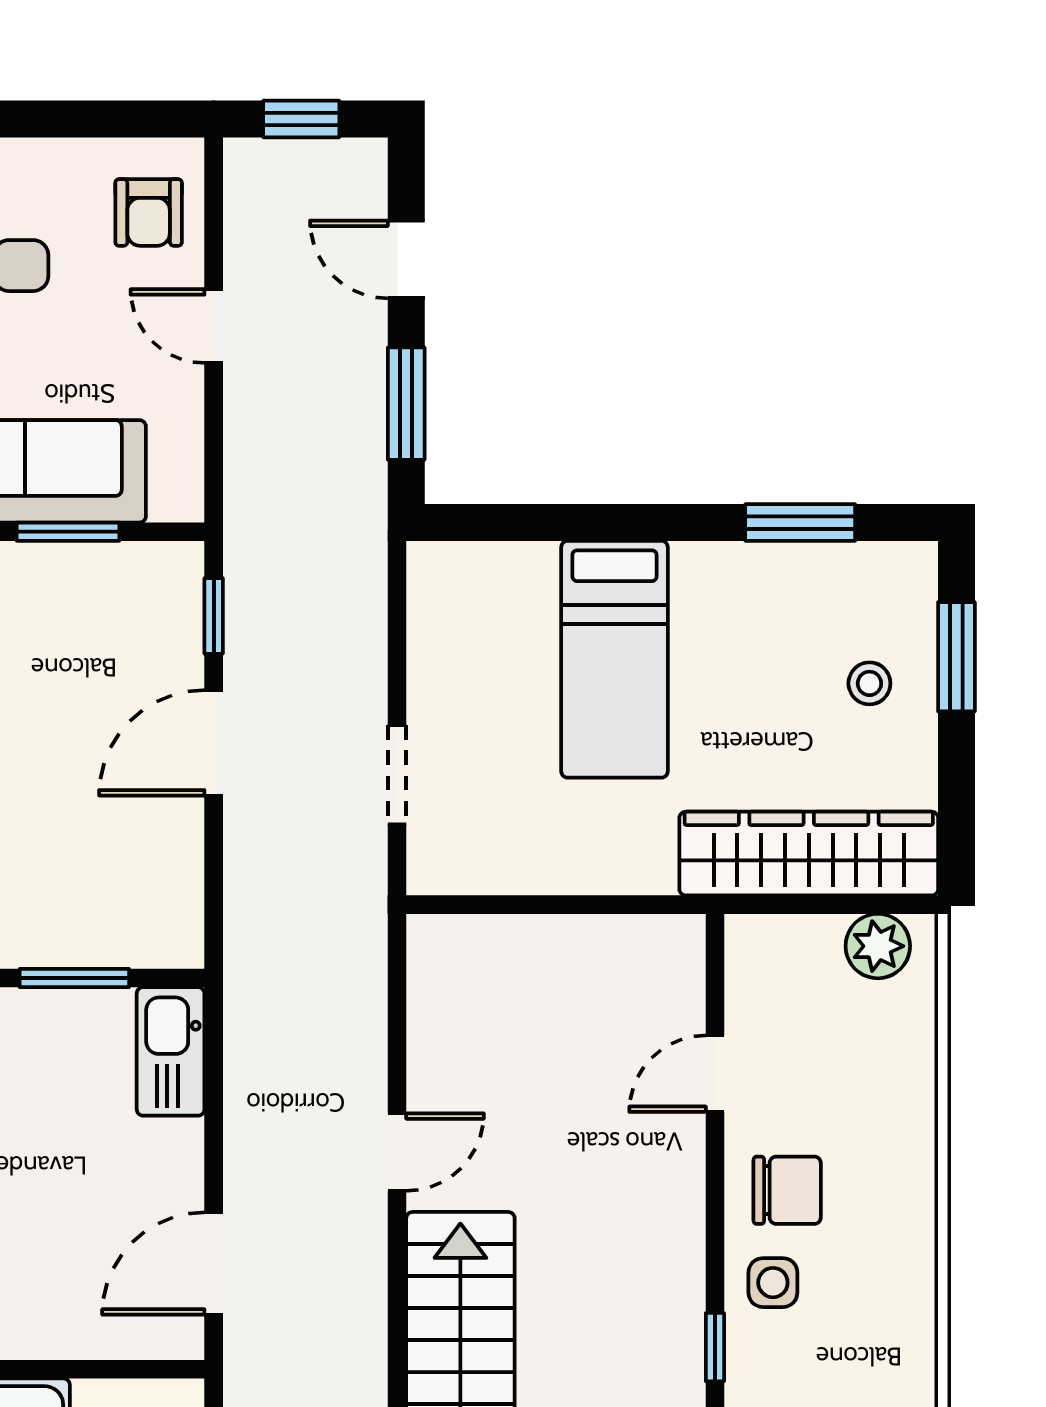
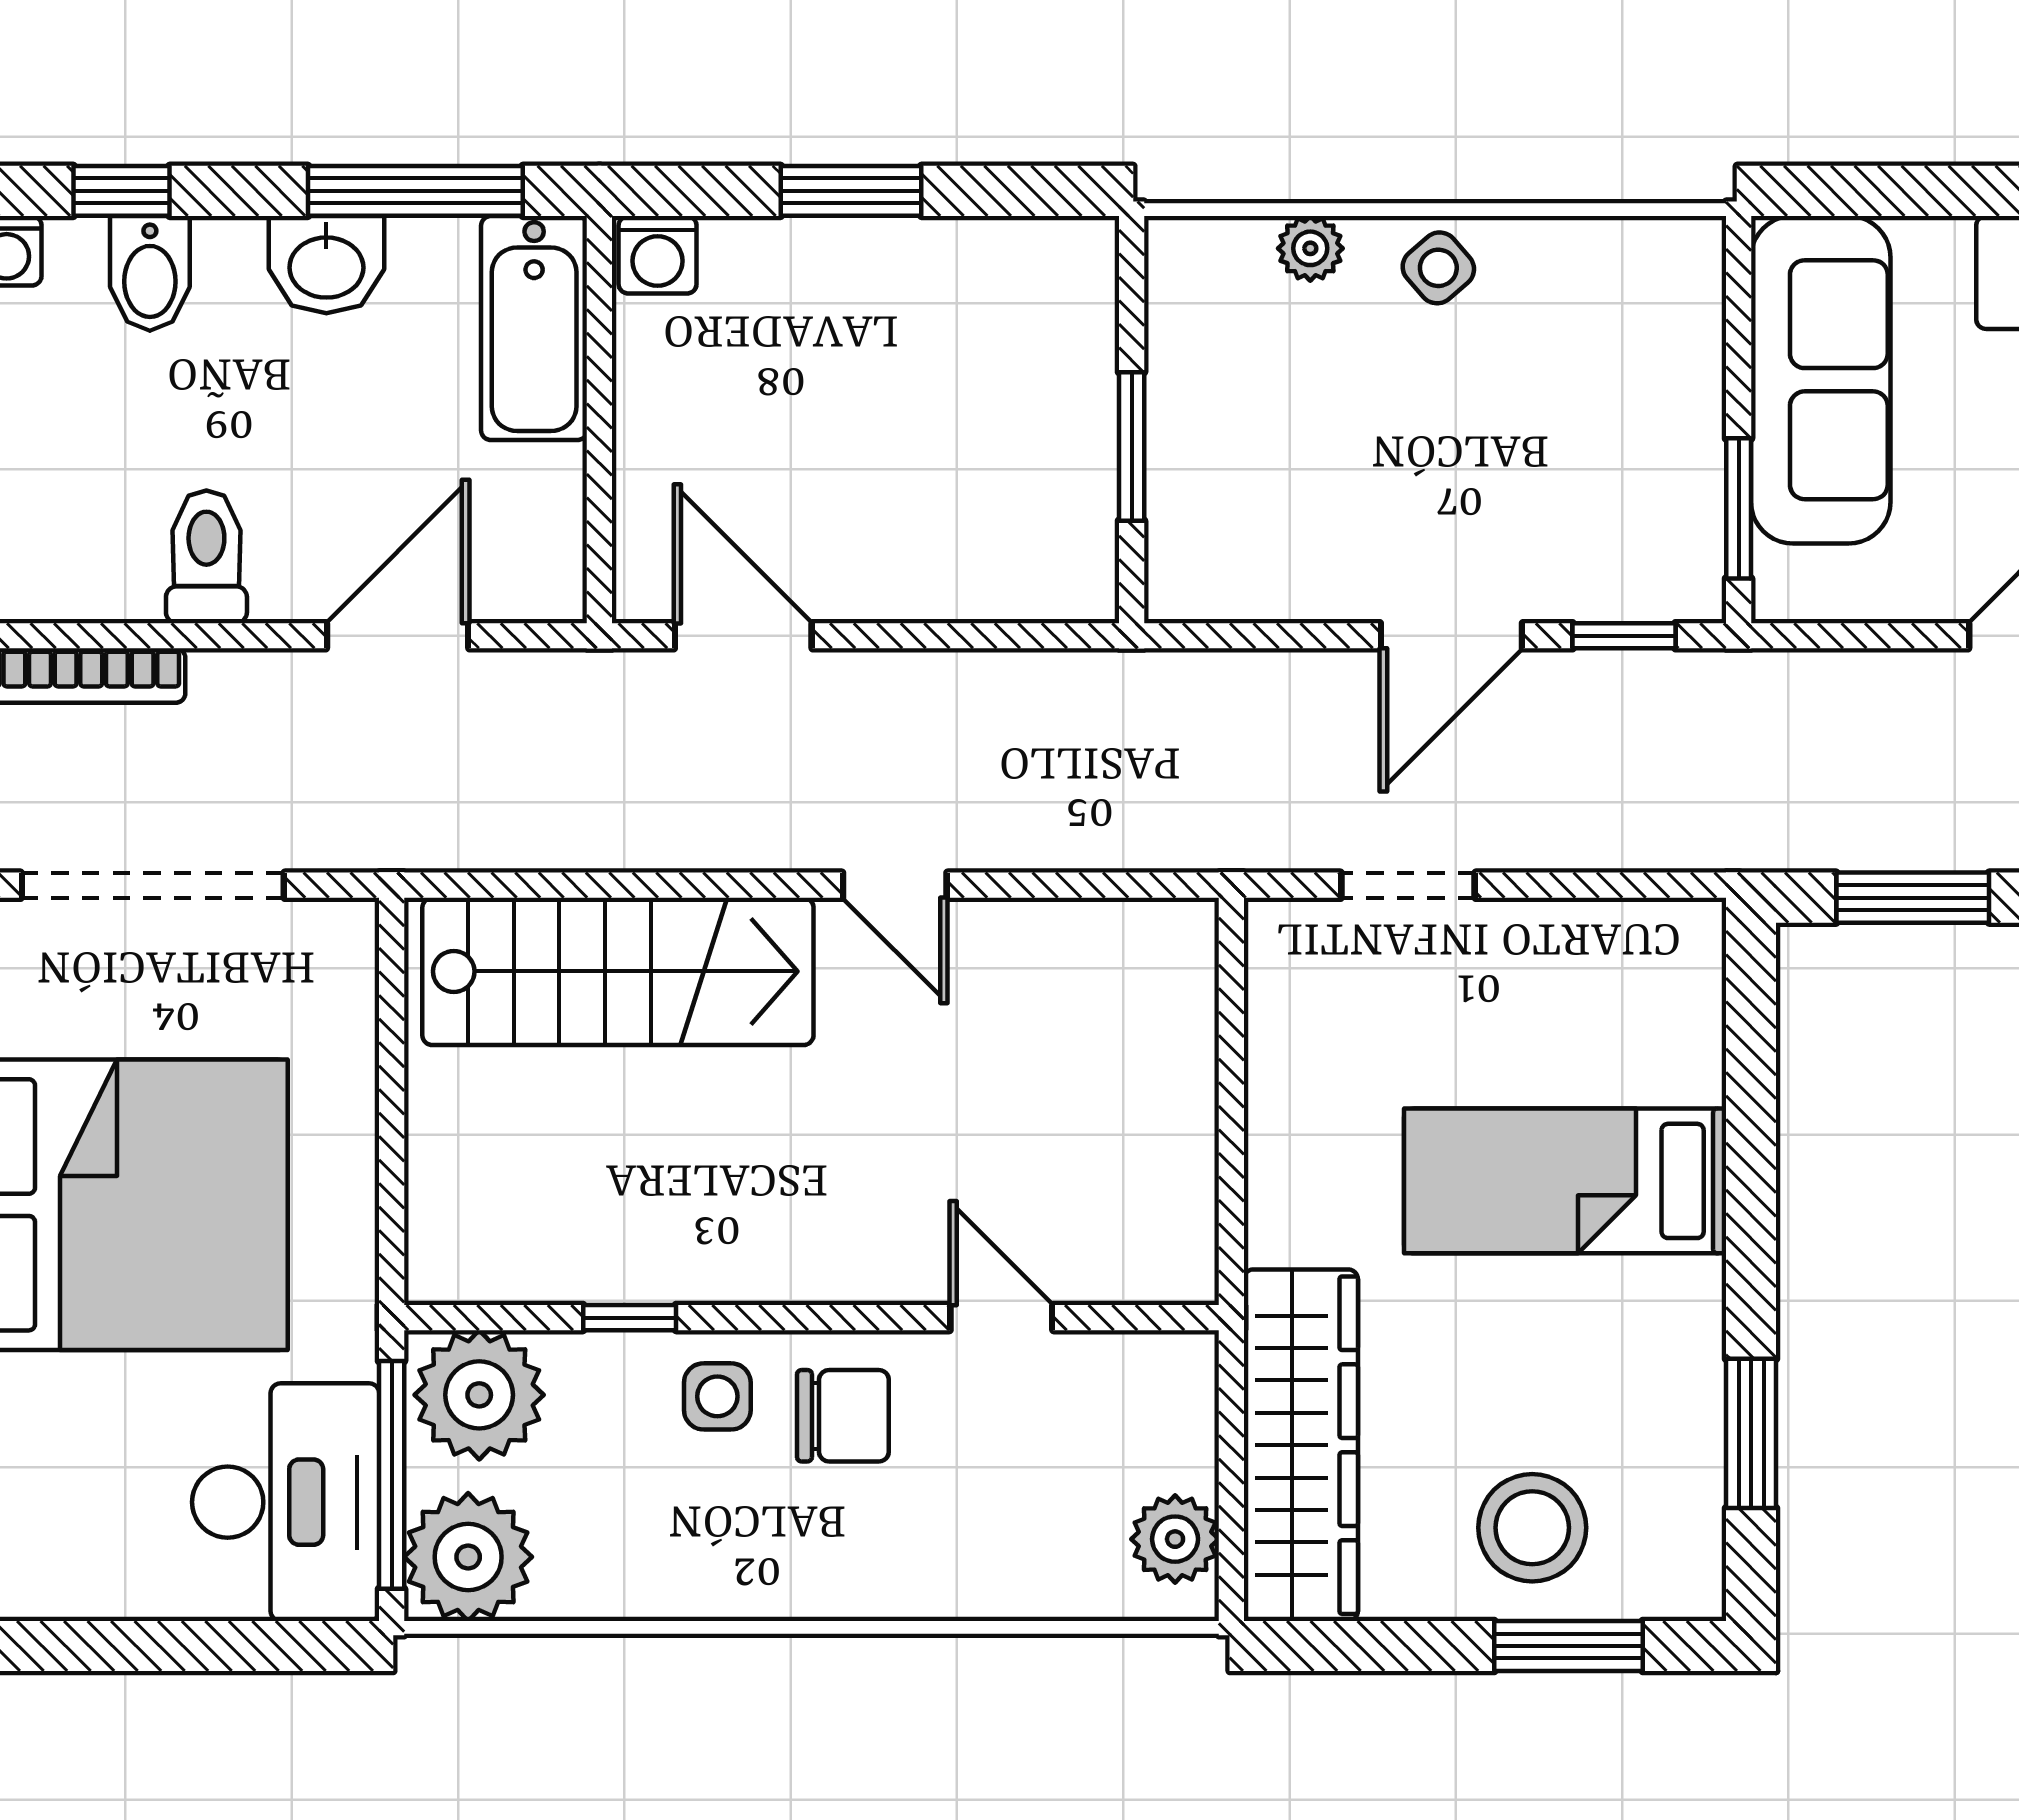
window: (68, 532) -> (1739, 508), moved
stool: (869, 683) -> (1532, 1528), width x1.89, depth x1.89
door: (214, 743) -> (1451, 636), swing flipped
kitchen sink: (171, 1051) -> (1032, 577), removed
chair: (787, 1190) -> (843, 1416), turned -90

